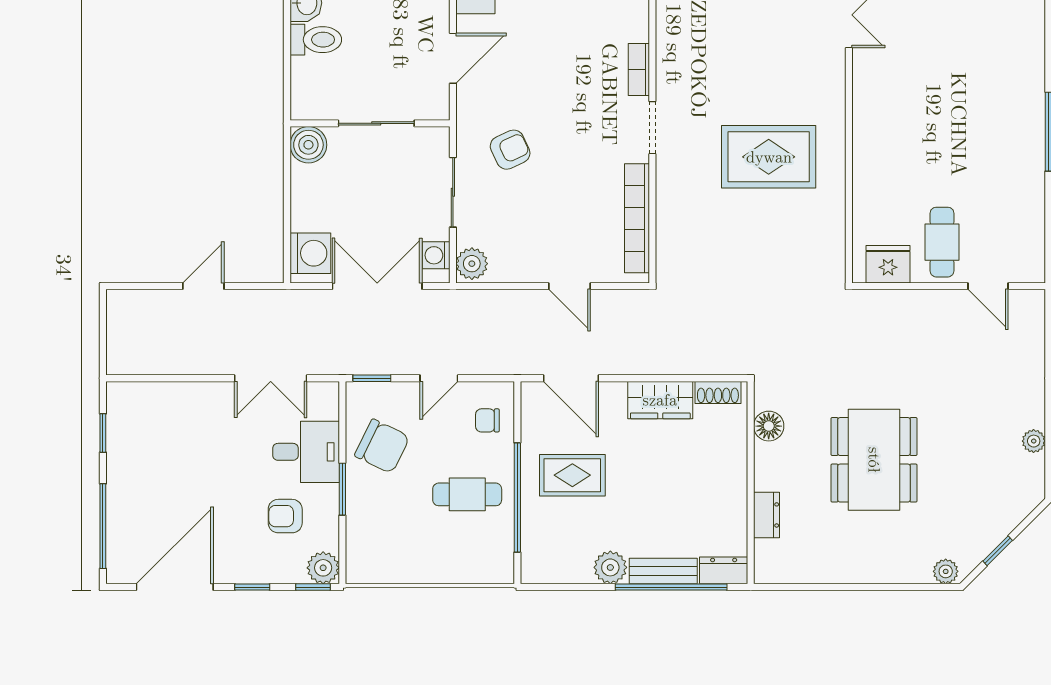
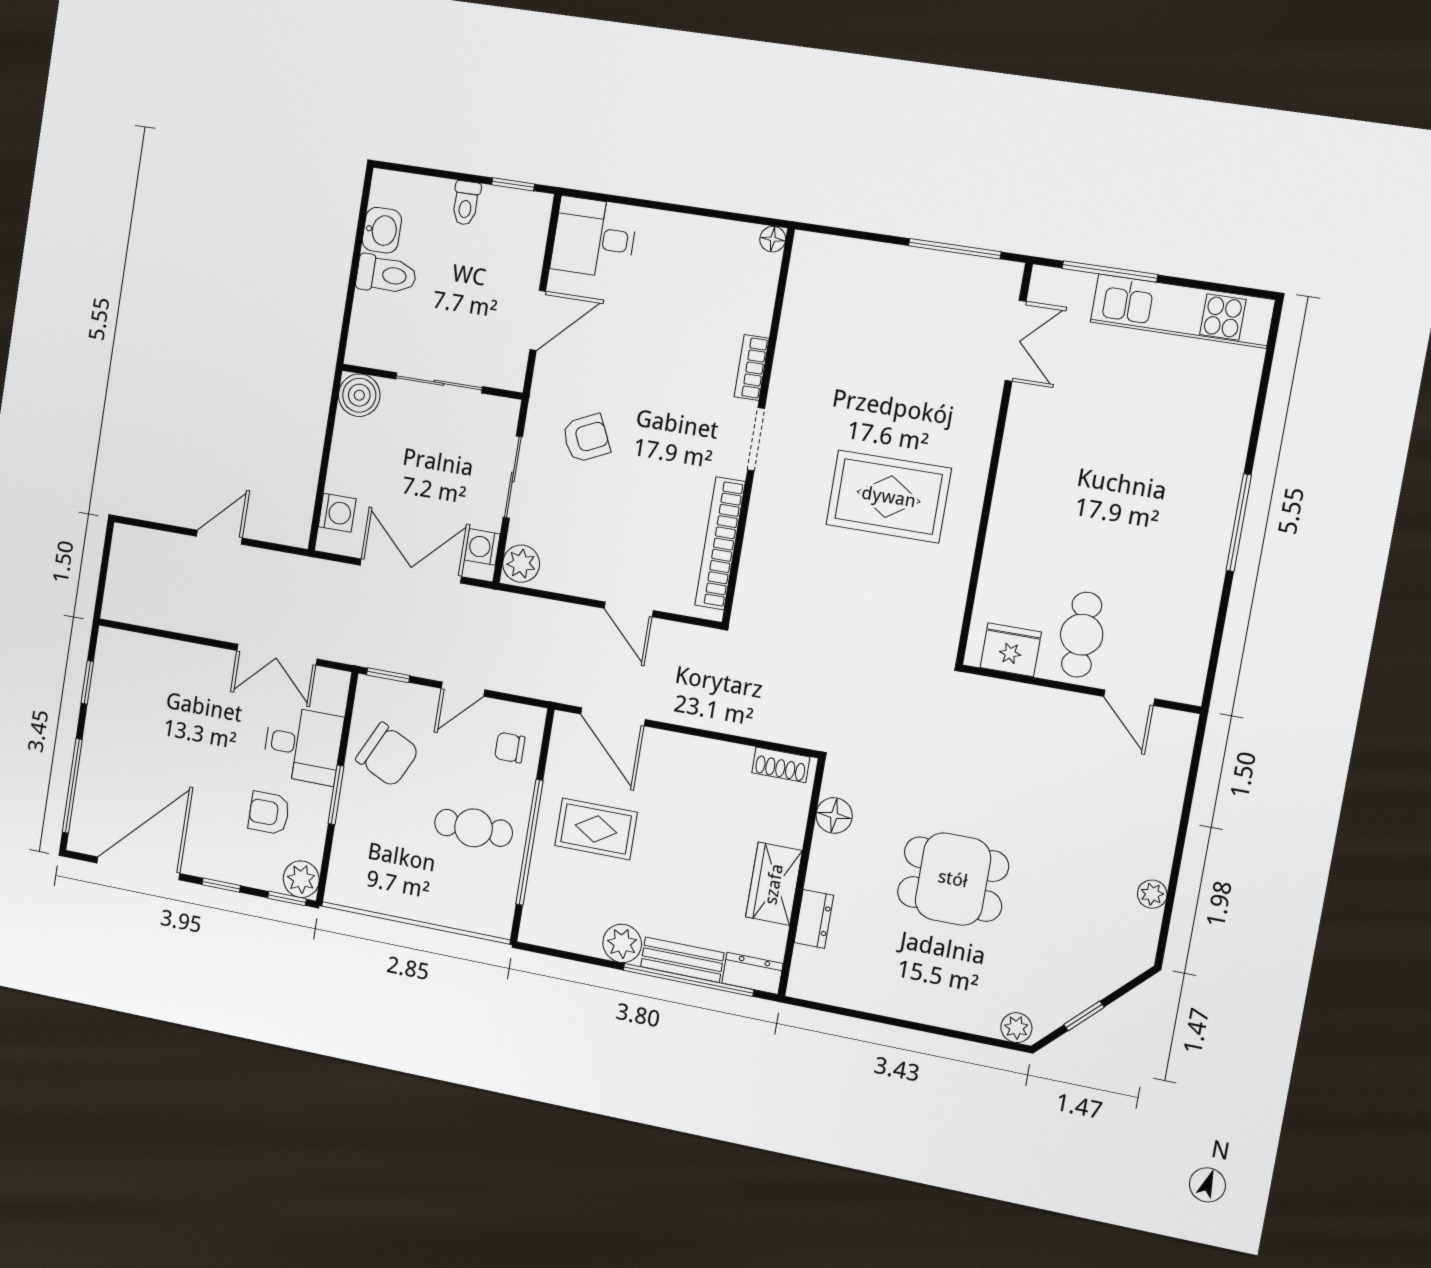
washing machine: (310, 253) -> (337, 513), width x0.73, depth x0.73
wardrobe: (660, 400) -> (774, 884), moved, turned 90
dining table: (874, 460) -> (953, 879), width x0.73

